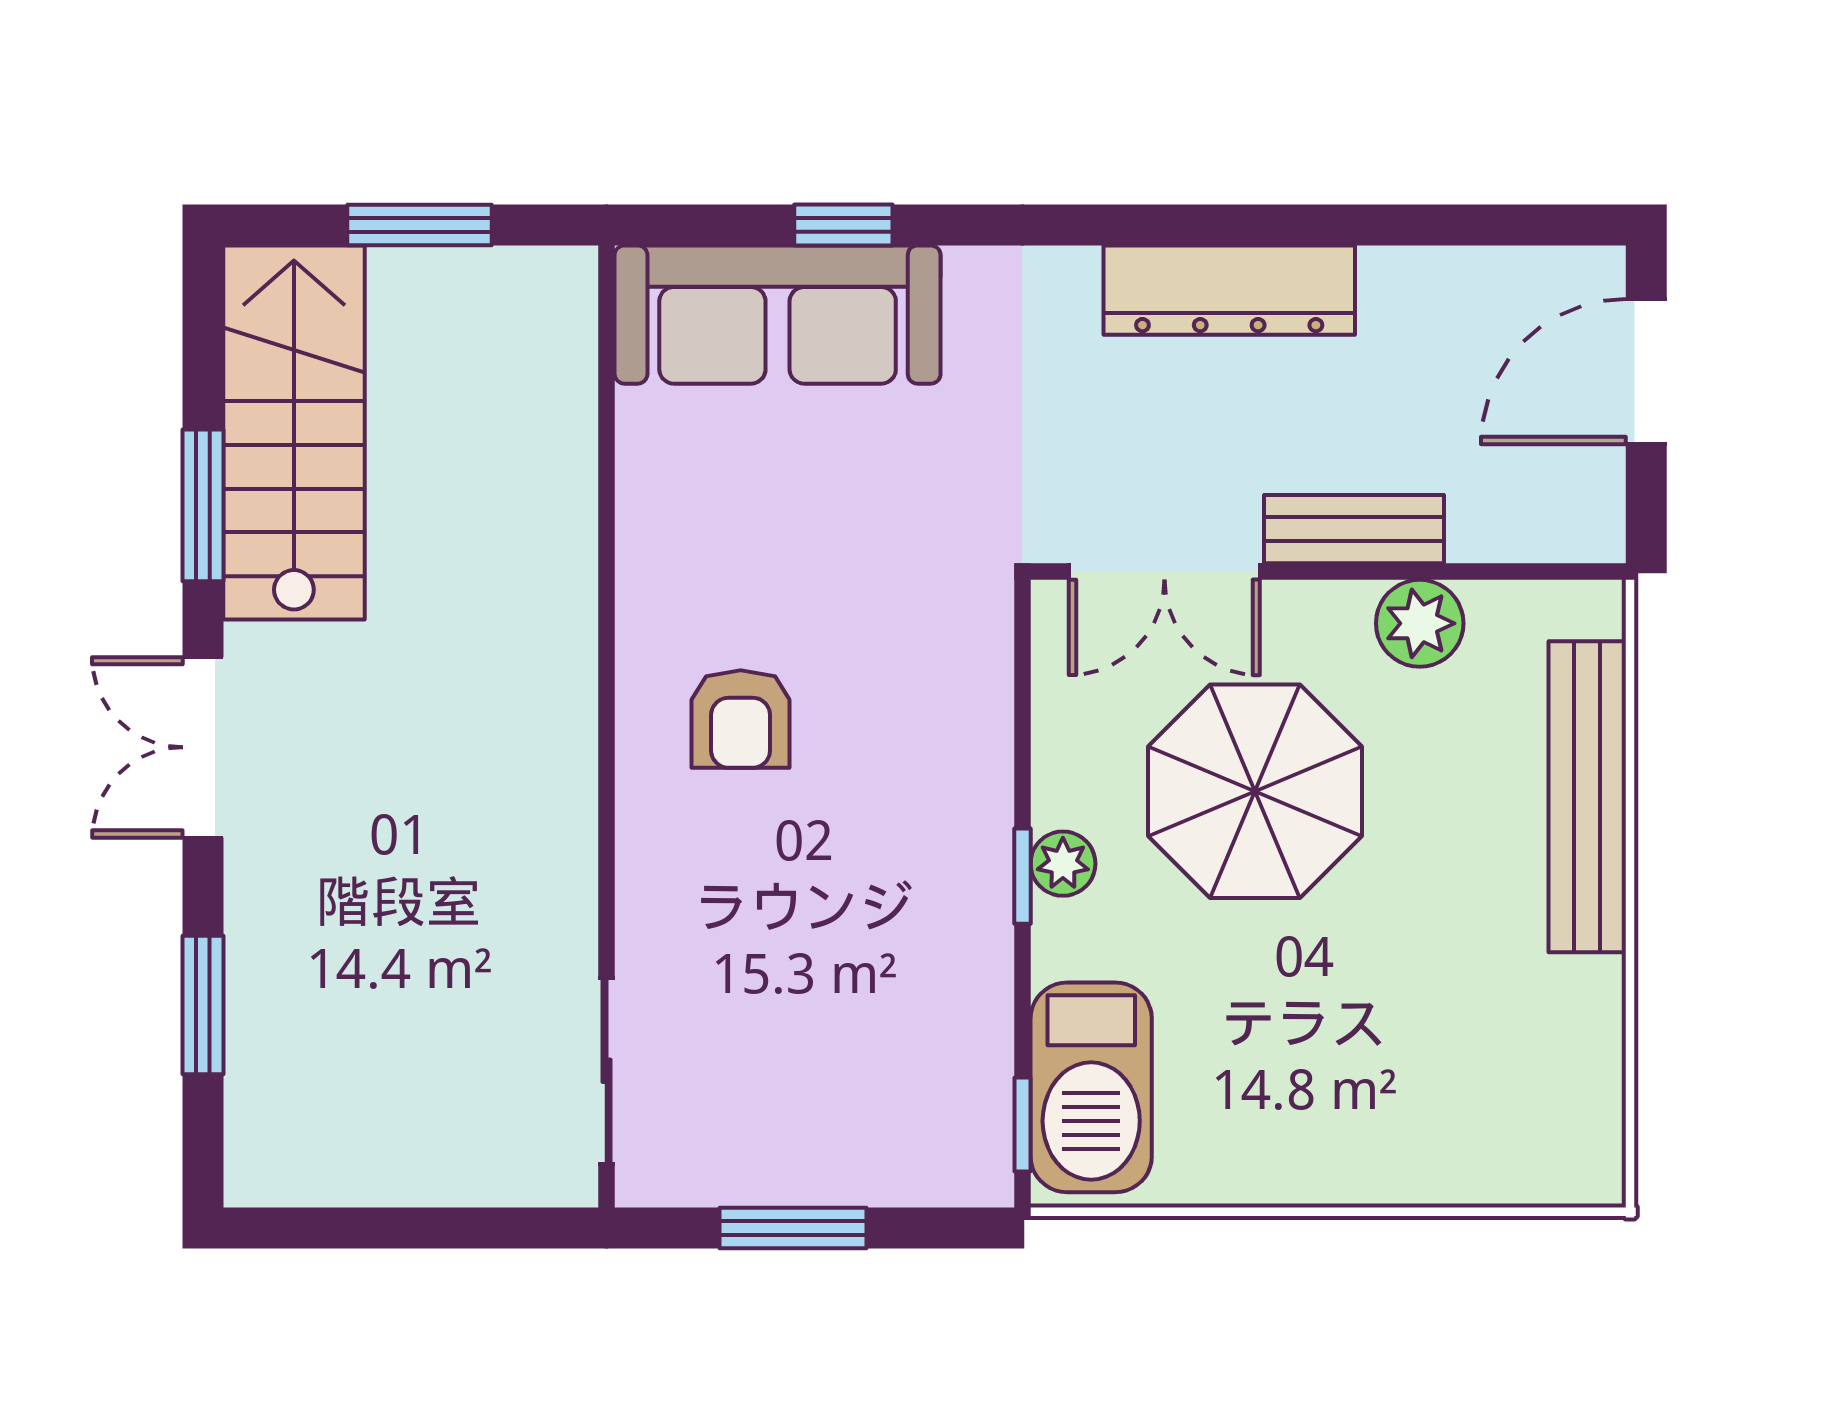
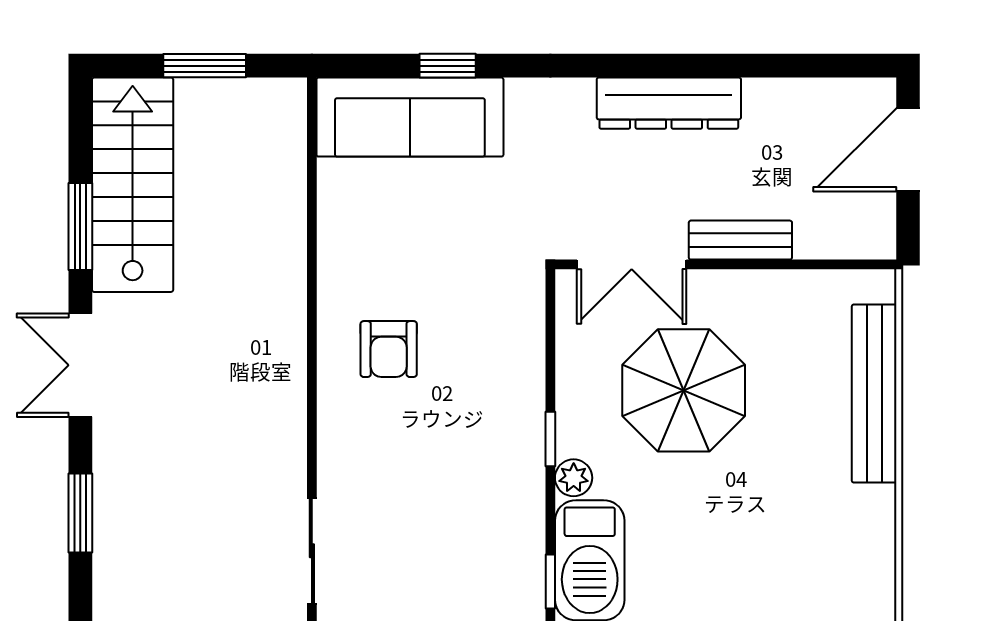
plant: (1420, 623) -> (778, 294), removed
plant: (1063, 864) -> (574, 478), moved

